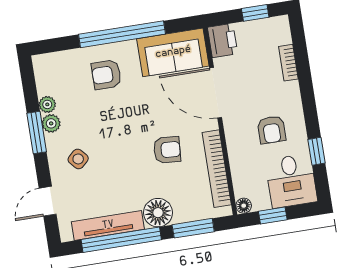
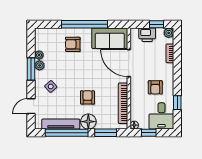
plant: (280, 25) -> (169, 33), added
printer: (223, 41) -> (147, 35), moved, turned 90
armchair: (167, 150) -> (87, 97), moved, turned -94

